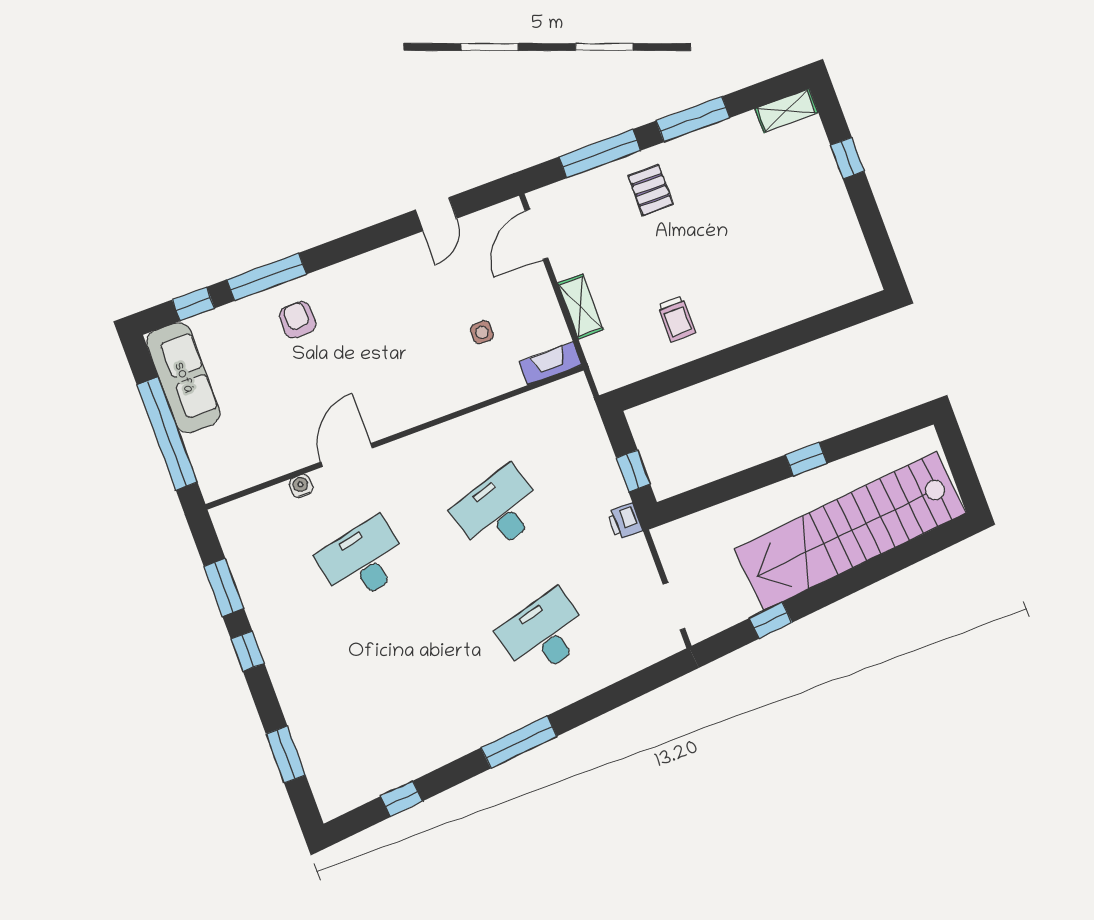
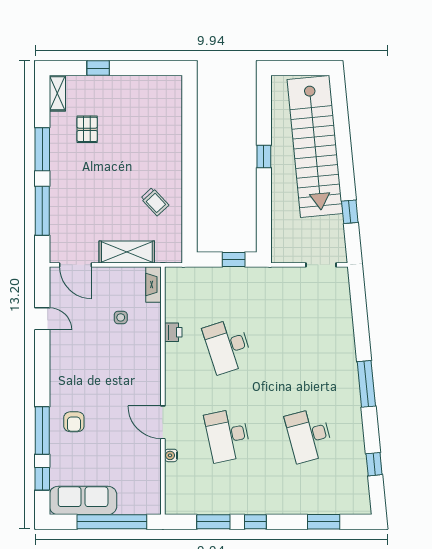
pallet: (651, 190) -> (87, 129), moved, turned 90
shelving: (580, 306) -> (127, 252), width x1.50, depth x1.33
trolley: (677, 319) -> (155, 202), turned 47
armchair: (298, 320) -> (74, 422), turned -90
printer: (625, 521) -> (173, 332), moved, turned -90
desk: (544, 634) -> (309, 435), moved

